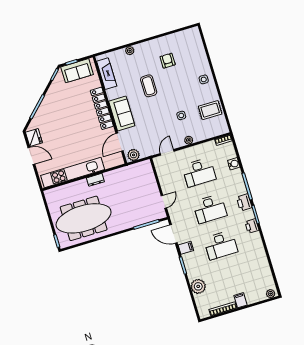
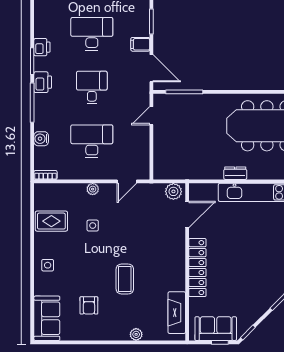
sofa: (122, 113) -> (47, 318), moved, turned 180
desk: (210, 209) -> (92, 87), width x0.73

